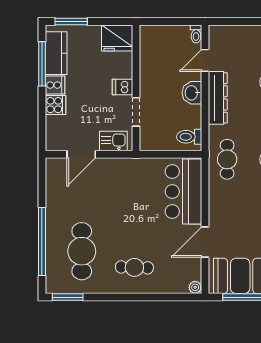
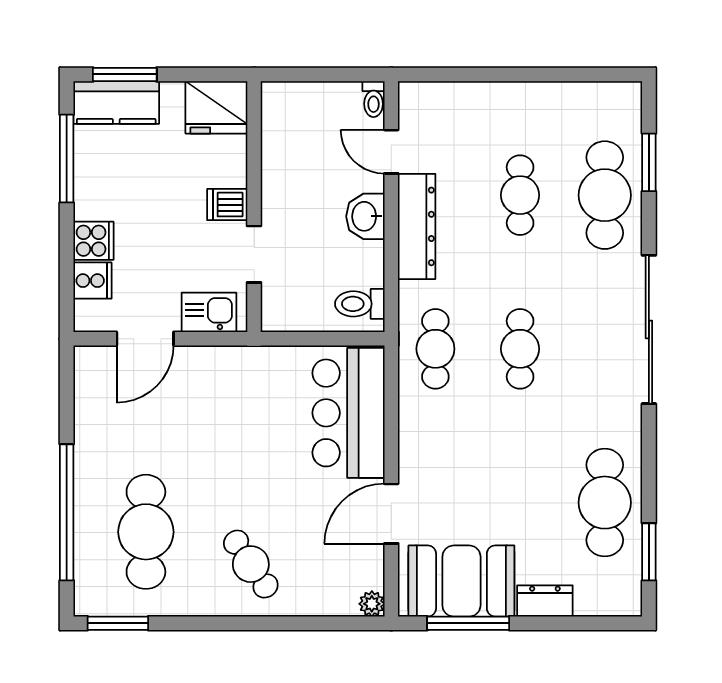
kitchen counter: (56, 53) -> (116, 103), moved, turned 90
door: (205, 60) -> (391, 152), hinge flipped
cooker: (55, 85) -> (92, 281), moved
cafe table: (134, 267) -> (251, 564), turned 54

